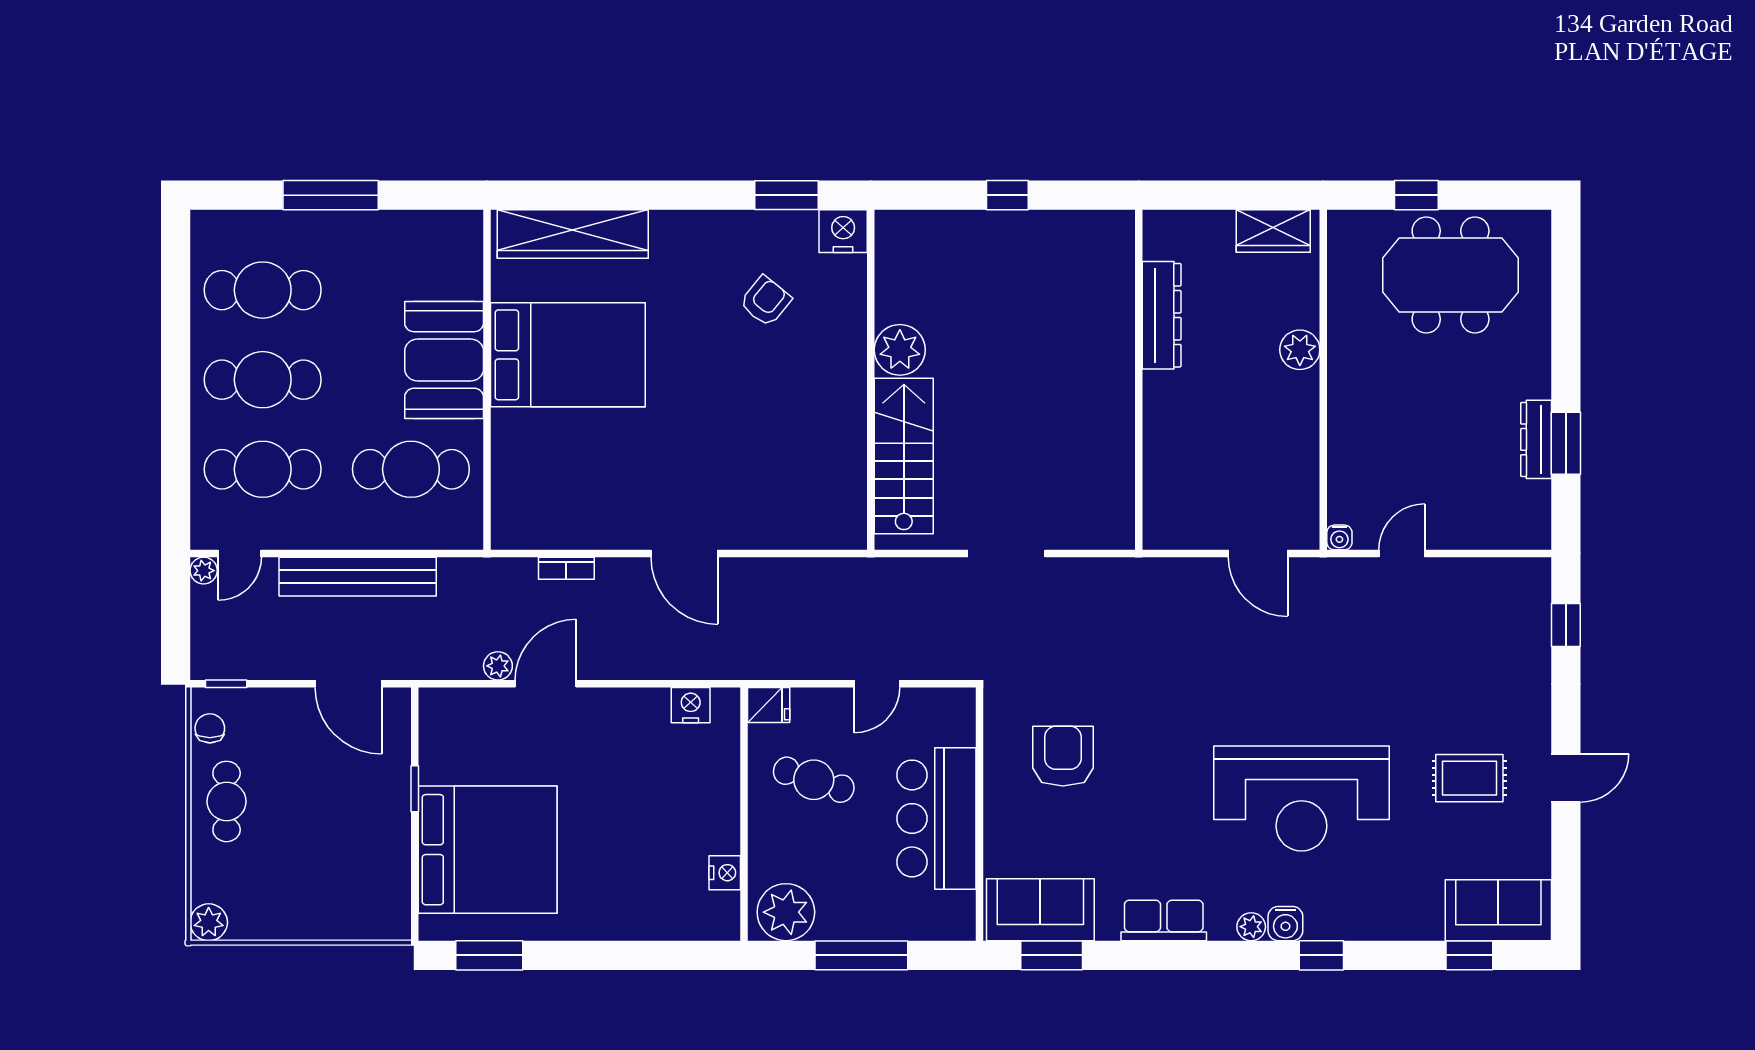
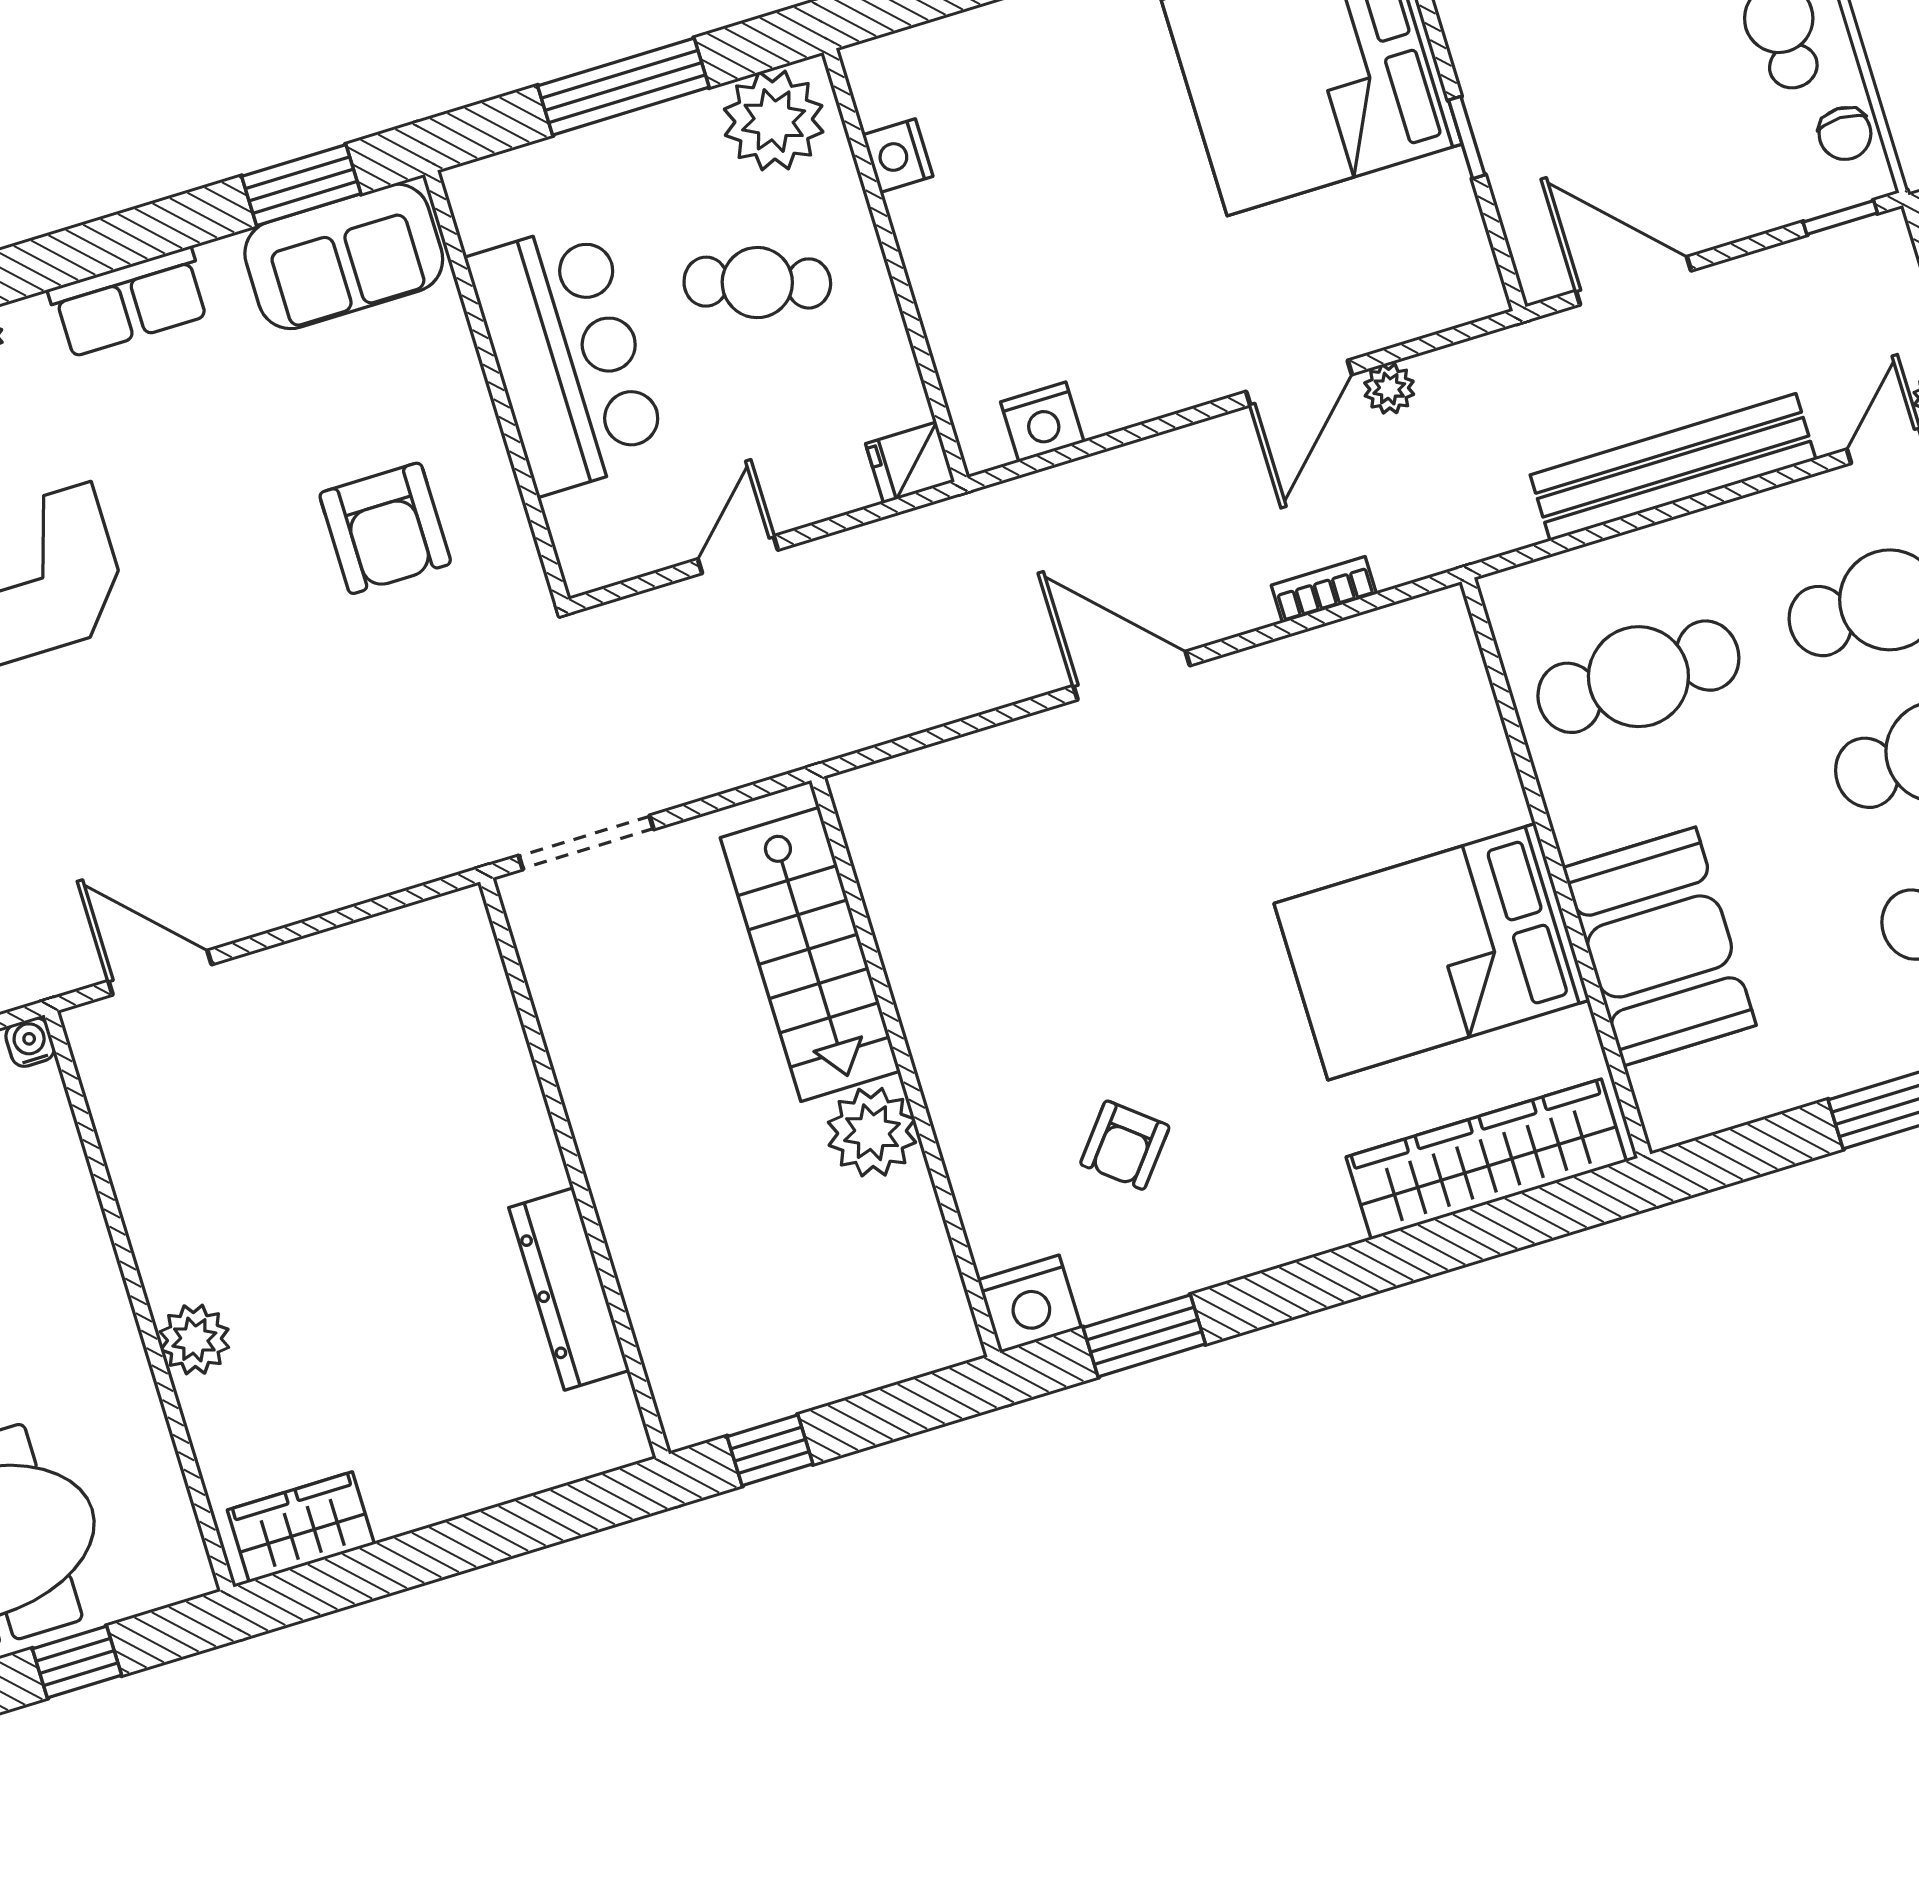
dresser: (1162, 315) -> (569, 1289), moved
booth: (444, 360) -> (1659, 946), moved
wall: (1139, 380) -> (574, 1168), moved
cafe table: (814, 780) -> (757, 283), moved

